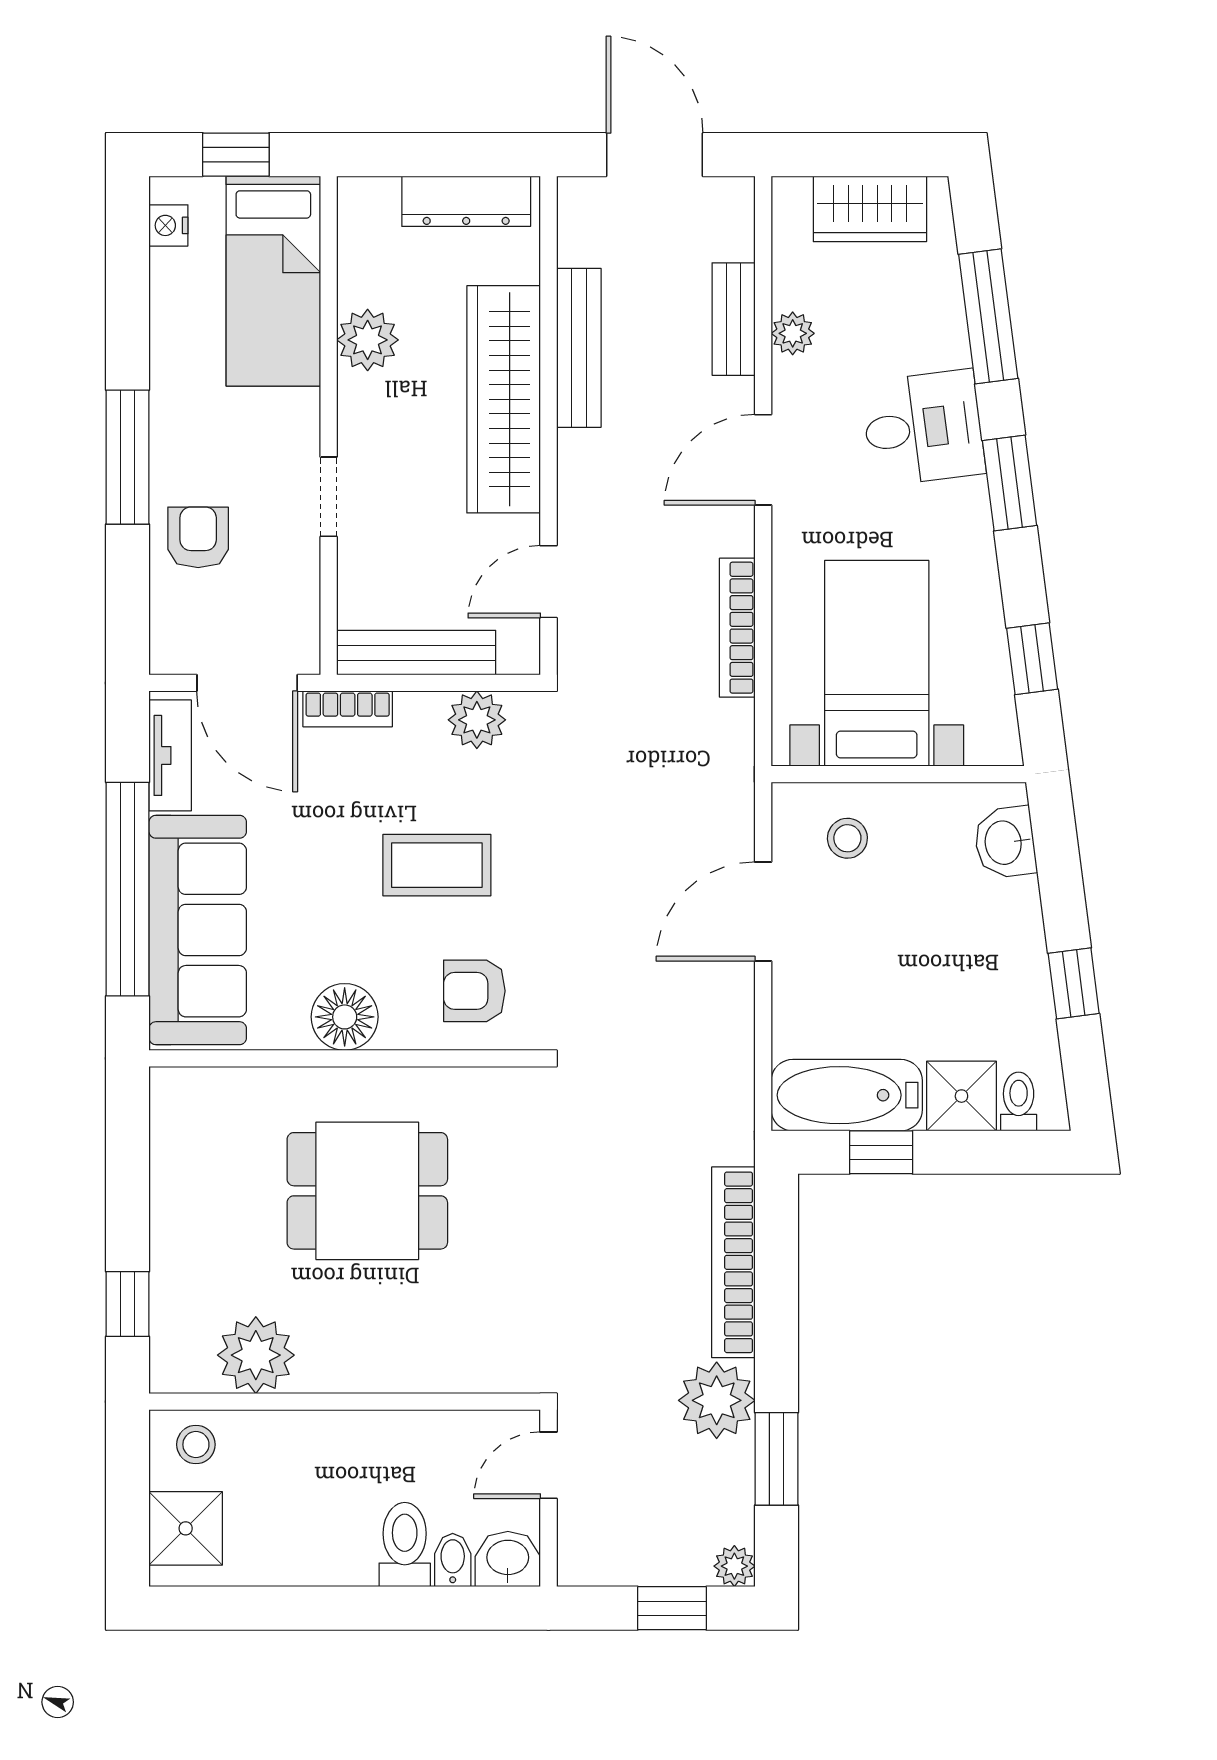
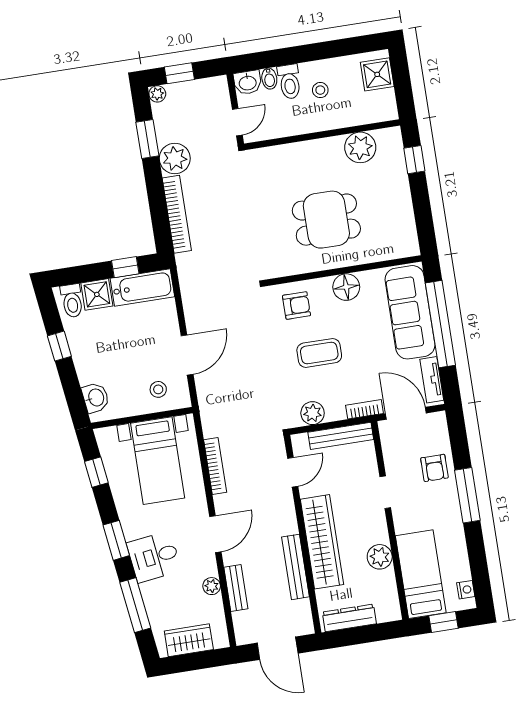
toilet: (1019, 1101) -> (72, 301), width x1.37, depth x1.39
stool: (196, 1445) -> (320, 90), moved

